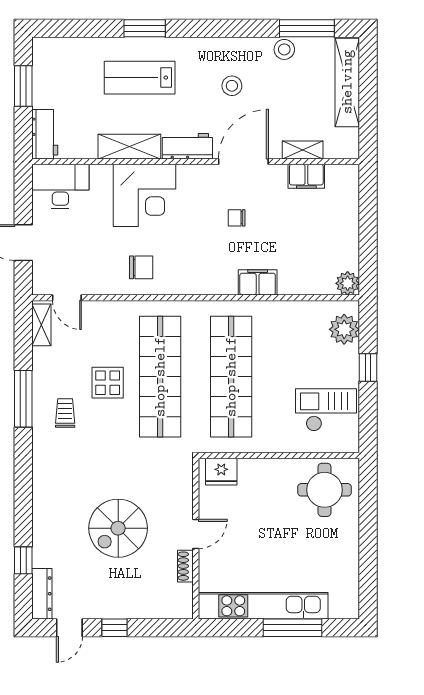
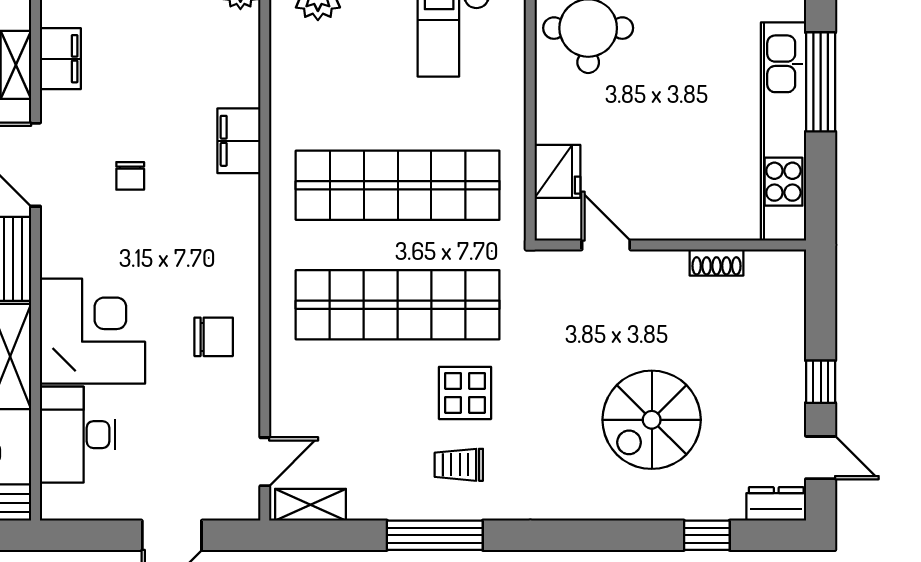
desk: (60, 187) -> (78, 435), moved
chair: (141, 267) -> (214, 337), turned 90
display table: (108, 383) -> (465, 393), moved
fridge: (221, 472) -> (557, 171), moved
spiral stairs: (118, 528) -> (652, 420), moved, turned 90
door: (196, 534) -> (606, 245), moved
dresser: (42, 594) -> (776, 504), width x0.70

